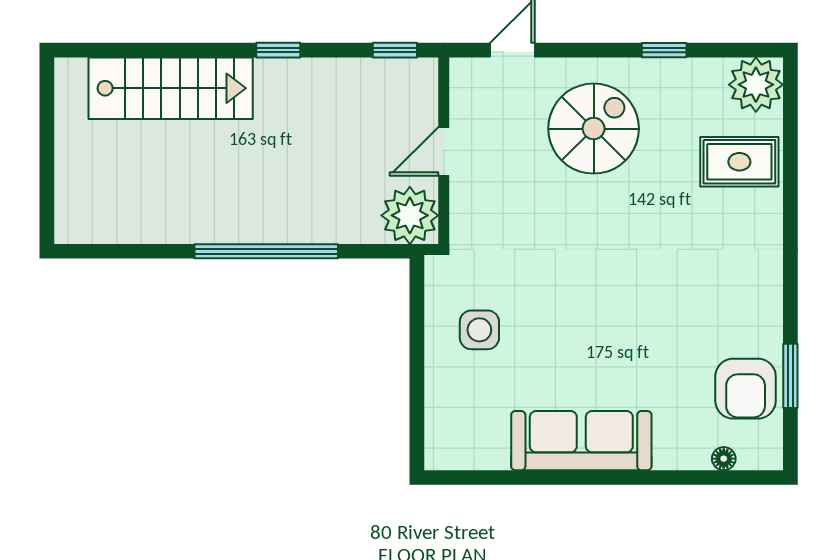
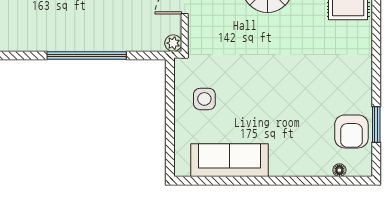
plant: (410, 215) -> (173, 43), width x0.53, depth x0.53
sofa: (581, 441) -> (230, 160), moved

